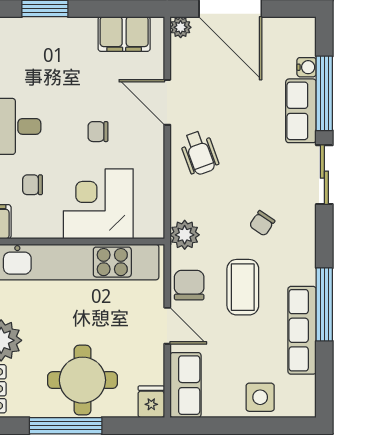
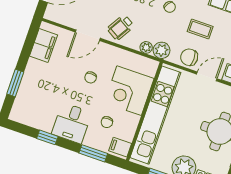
plant: (181, 27) -> (146, 47), moved
wheelchair: (199, 153) -> (121, 27), turned 141
coffee table: (243, 287) -> (200, 29), width x0.73, depth x0.77

